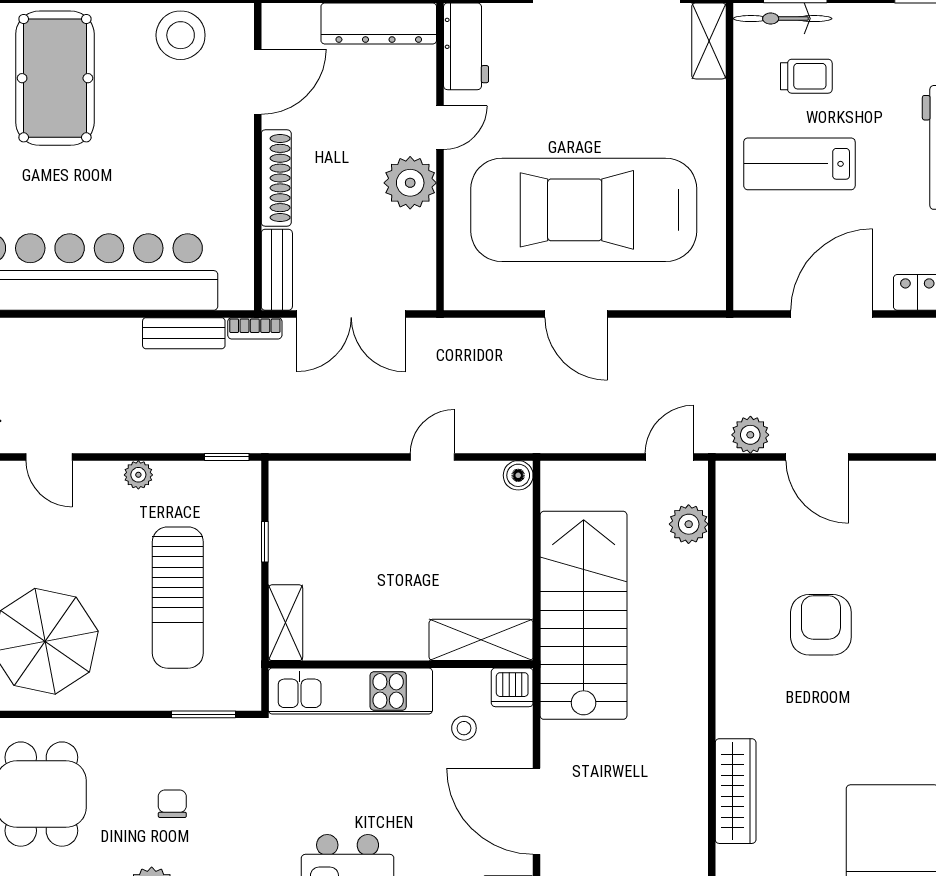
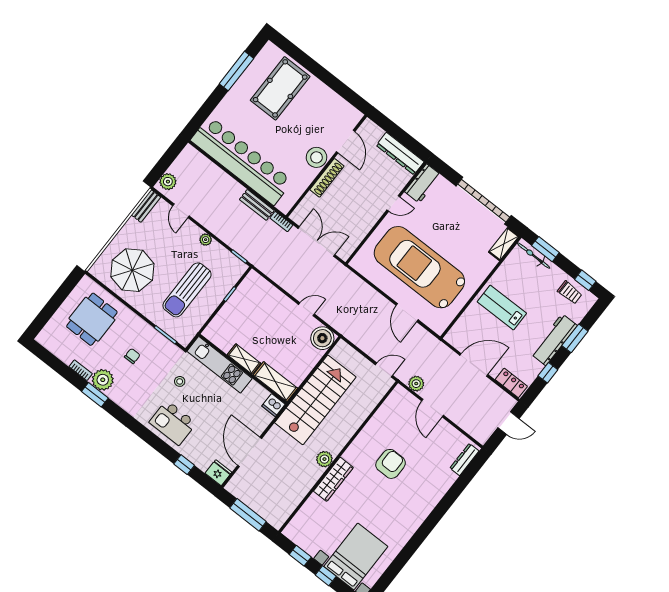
stool: (181, 35) -> (317, 157), moved
trolley: (806, 76) -> (570, 292), moved
door: (258, 82) -> (346, 142), hinge flipped
plant: (410, 183) -> (370, 214), removed
bench: (277, 270) -> (304, 208), removed
double door: (351, 314) -> (317, 242), swing flipped
door: (576, 314) -> (407, 313), moved
boiler: (518, 475) -> (322, 338), width x1.86, depth x1.86
plant: (689, 524) -> (324, 459), moved
shelving: (286, 623) -> (244, 359), moved, turned 90
stool: (464, 728) -> (180, 381), moved
wardrobe: (736, 791) -> (333, 479), moved

